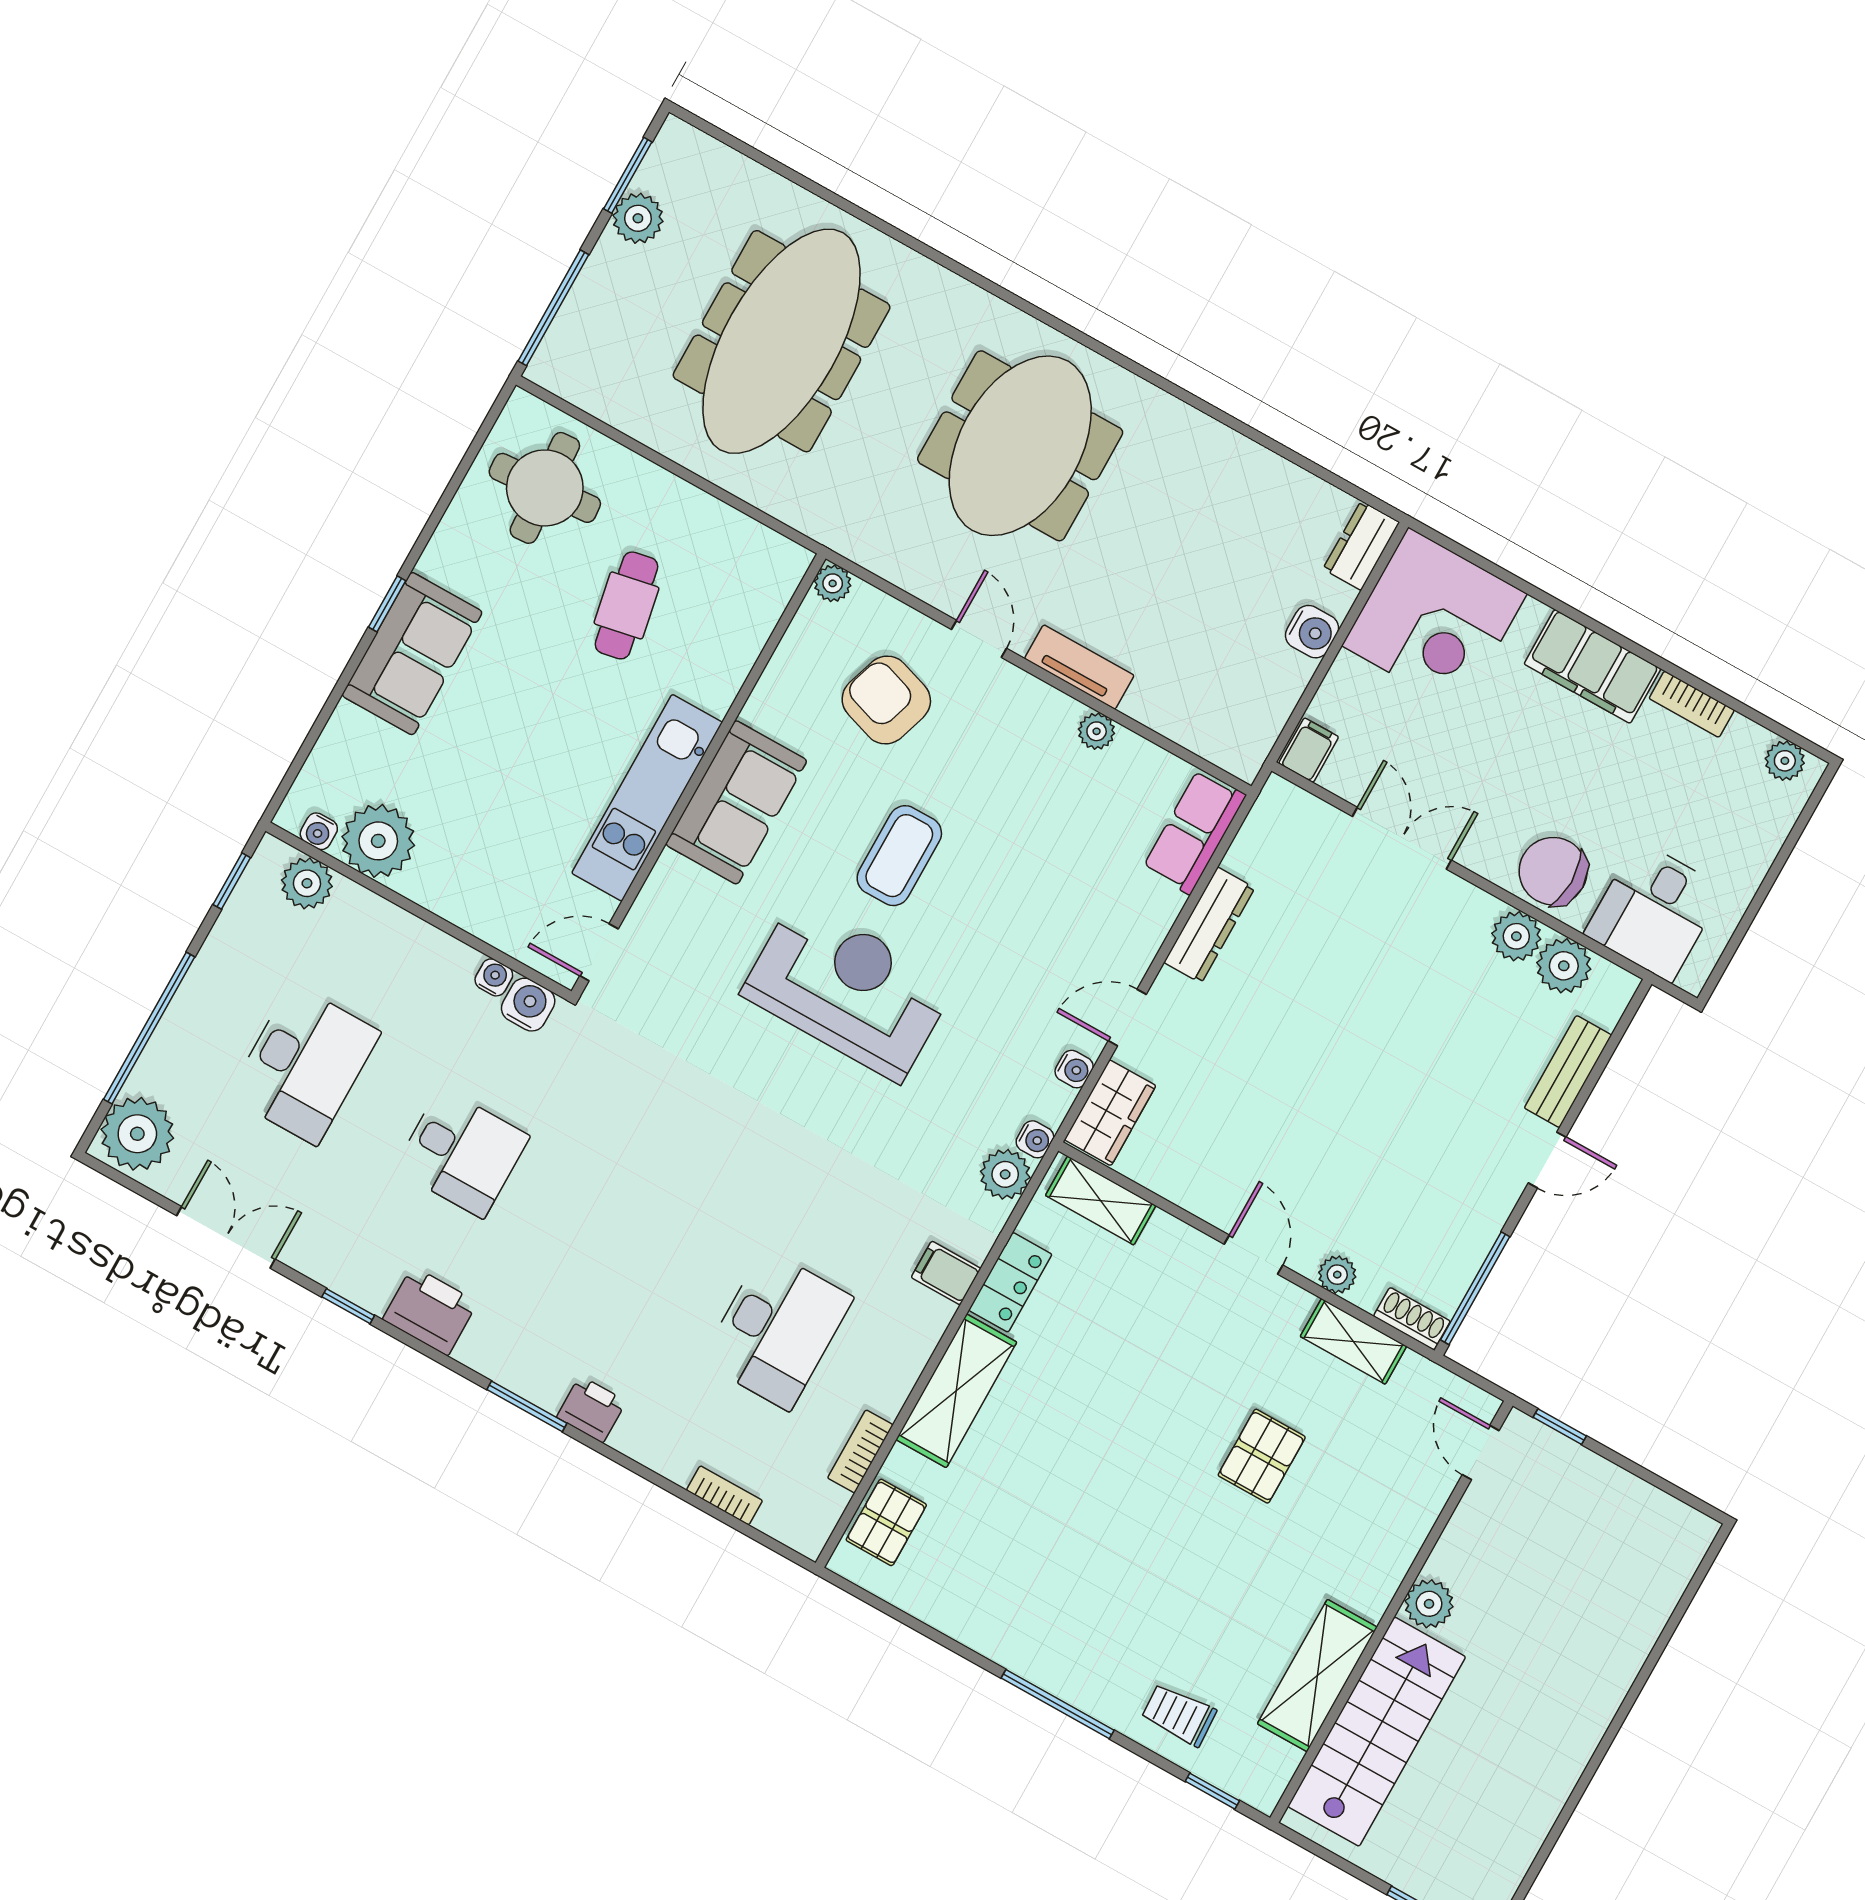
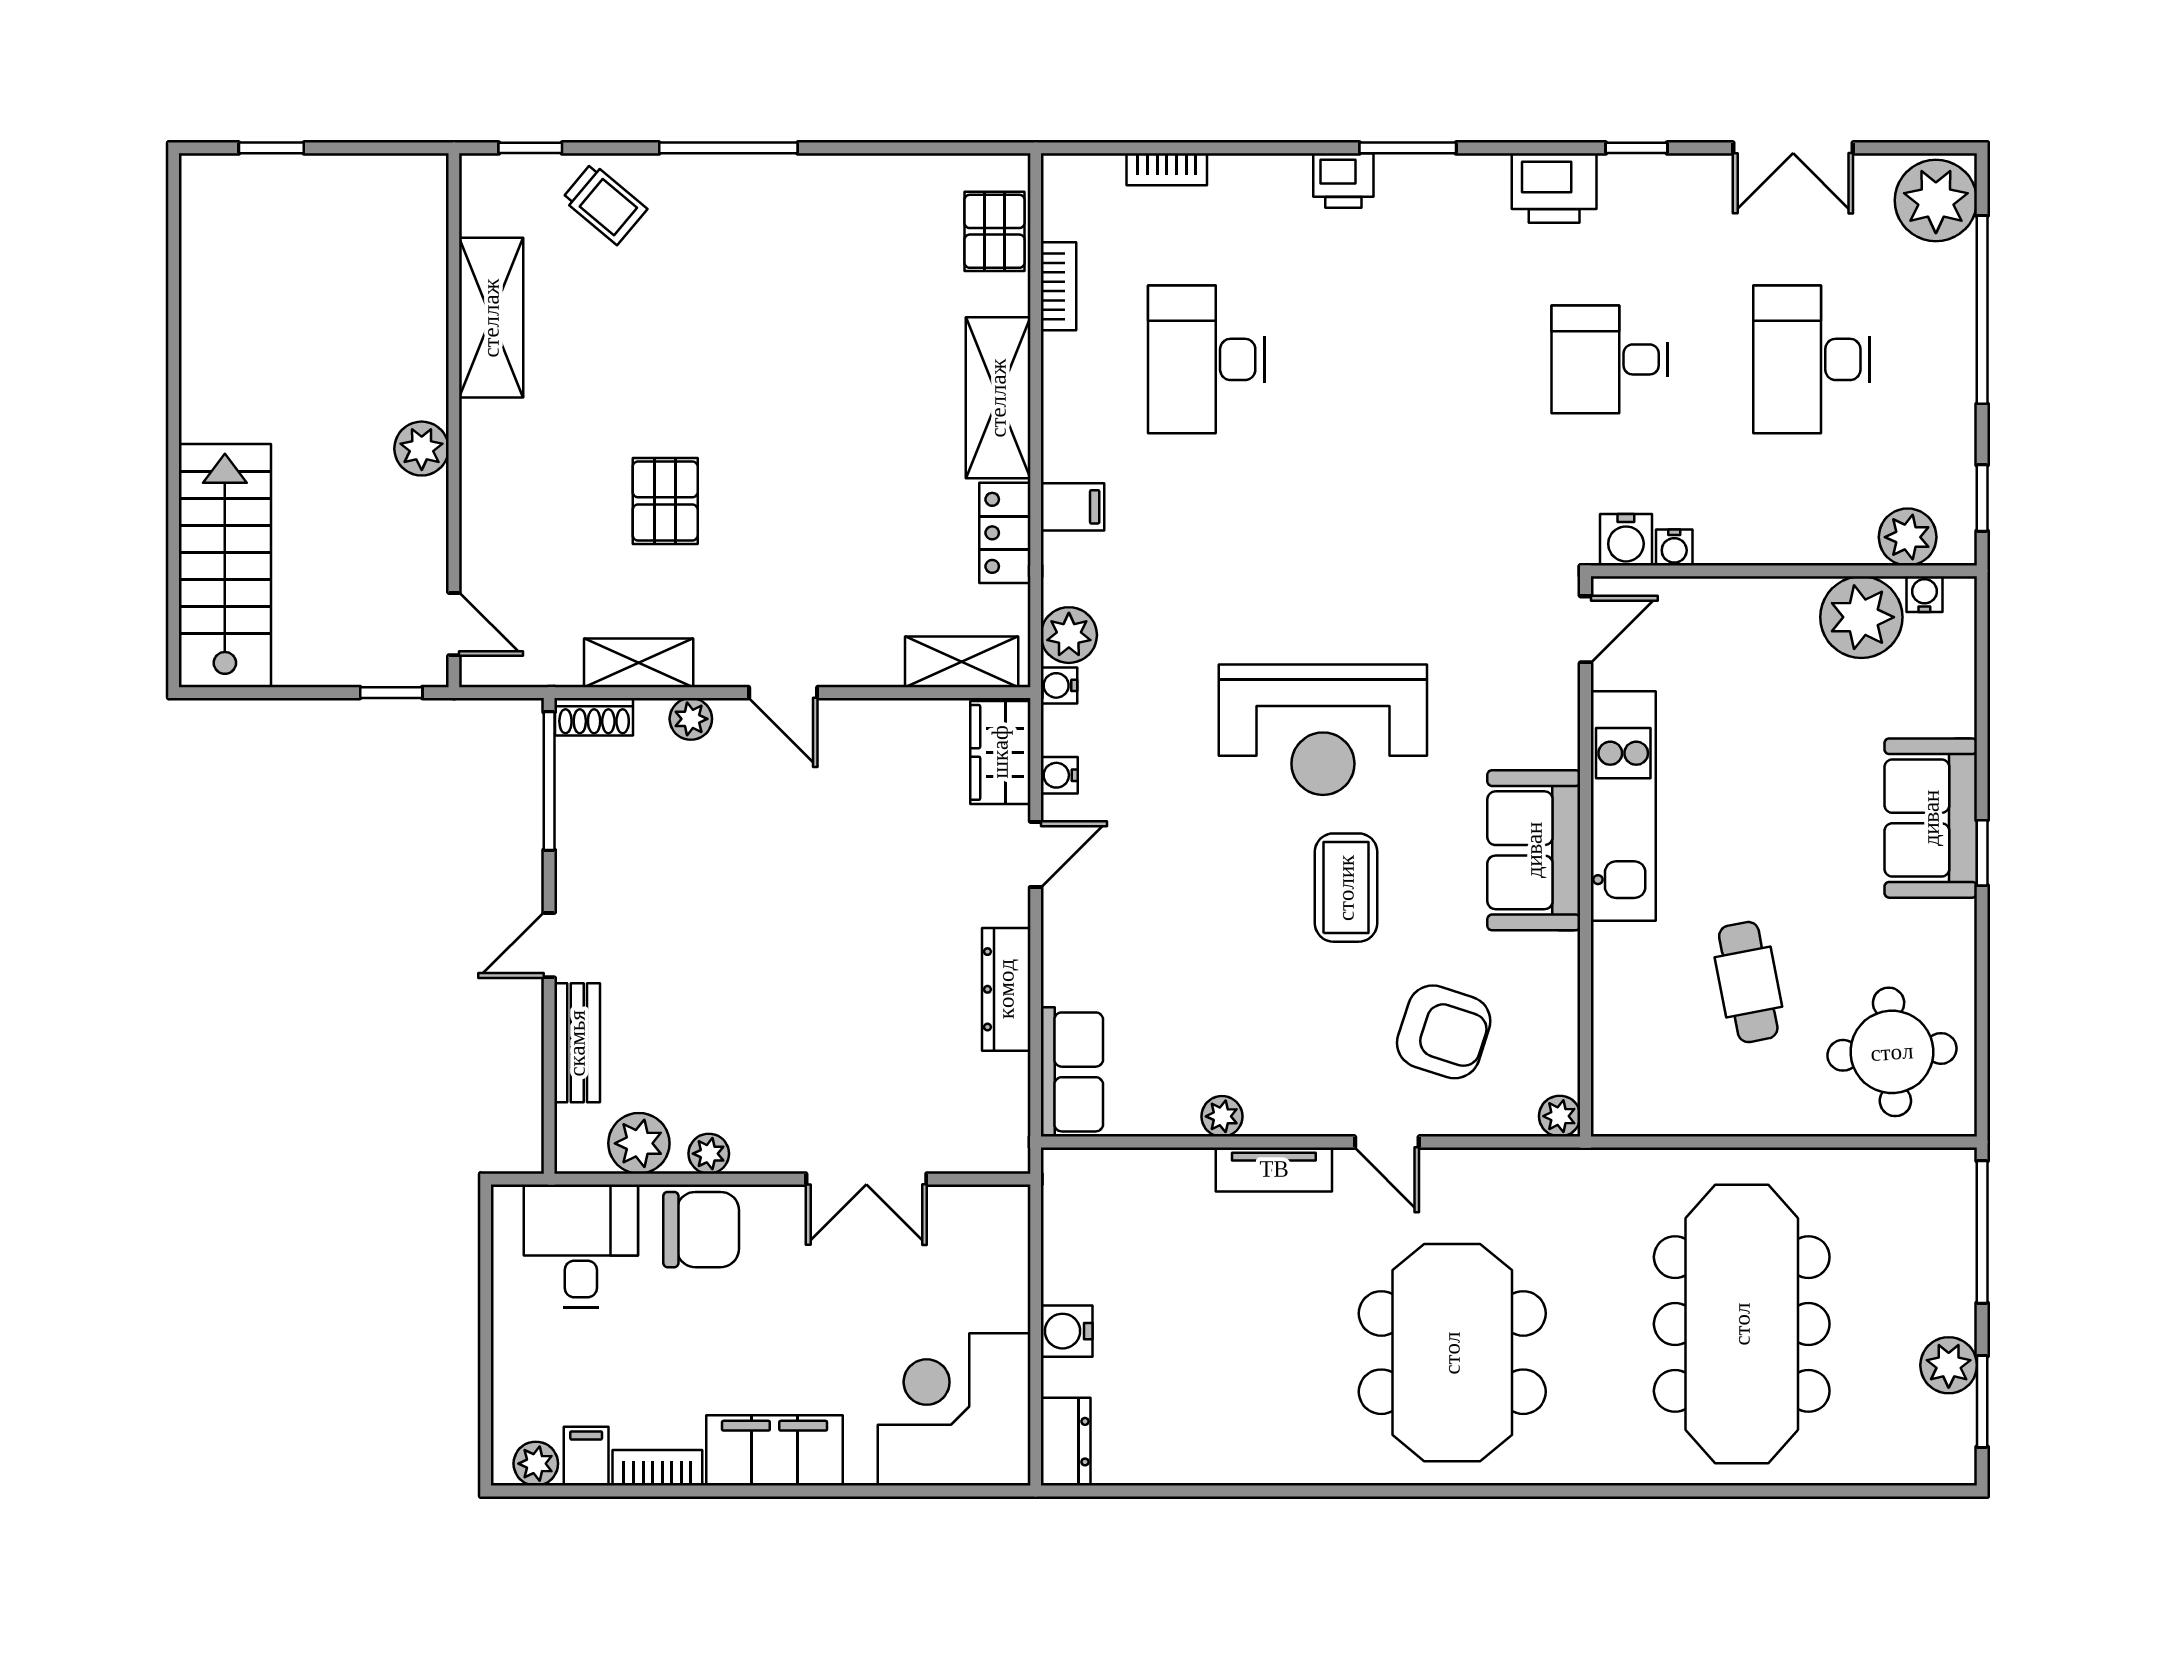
filing cabinet: (1309, 750) -> (586, 1456), moved, turned 180
plant: (1516, 936) -> (709, 1154), width x0.73, depth x0.73
trolley: (1179, 1715) -> (604, 204), turned 43
stairs: (1377, 1732) -> (225, 566), moved, turned 180

